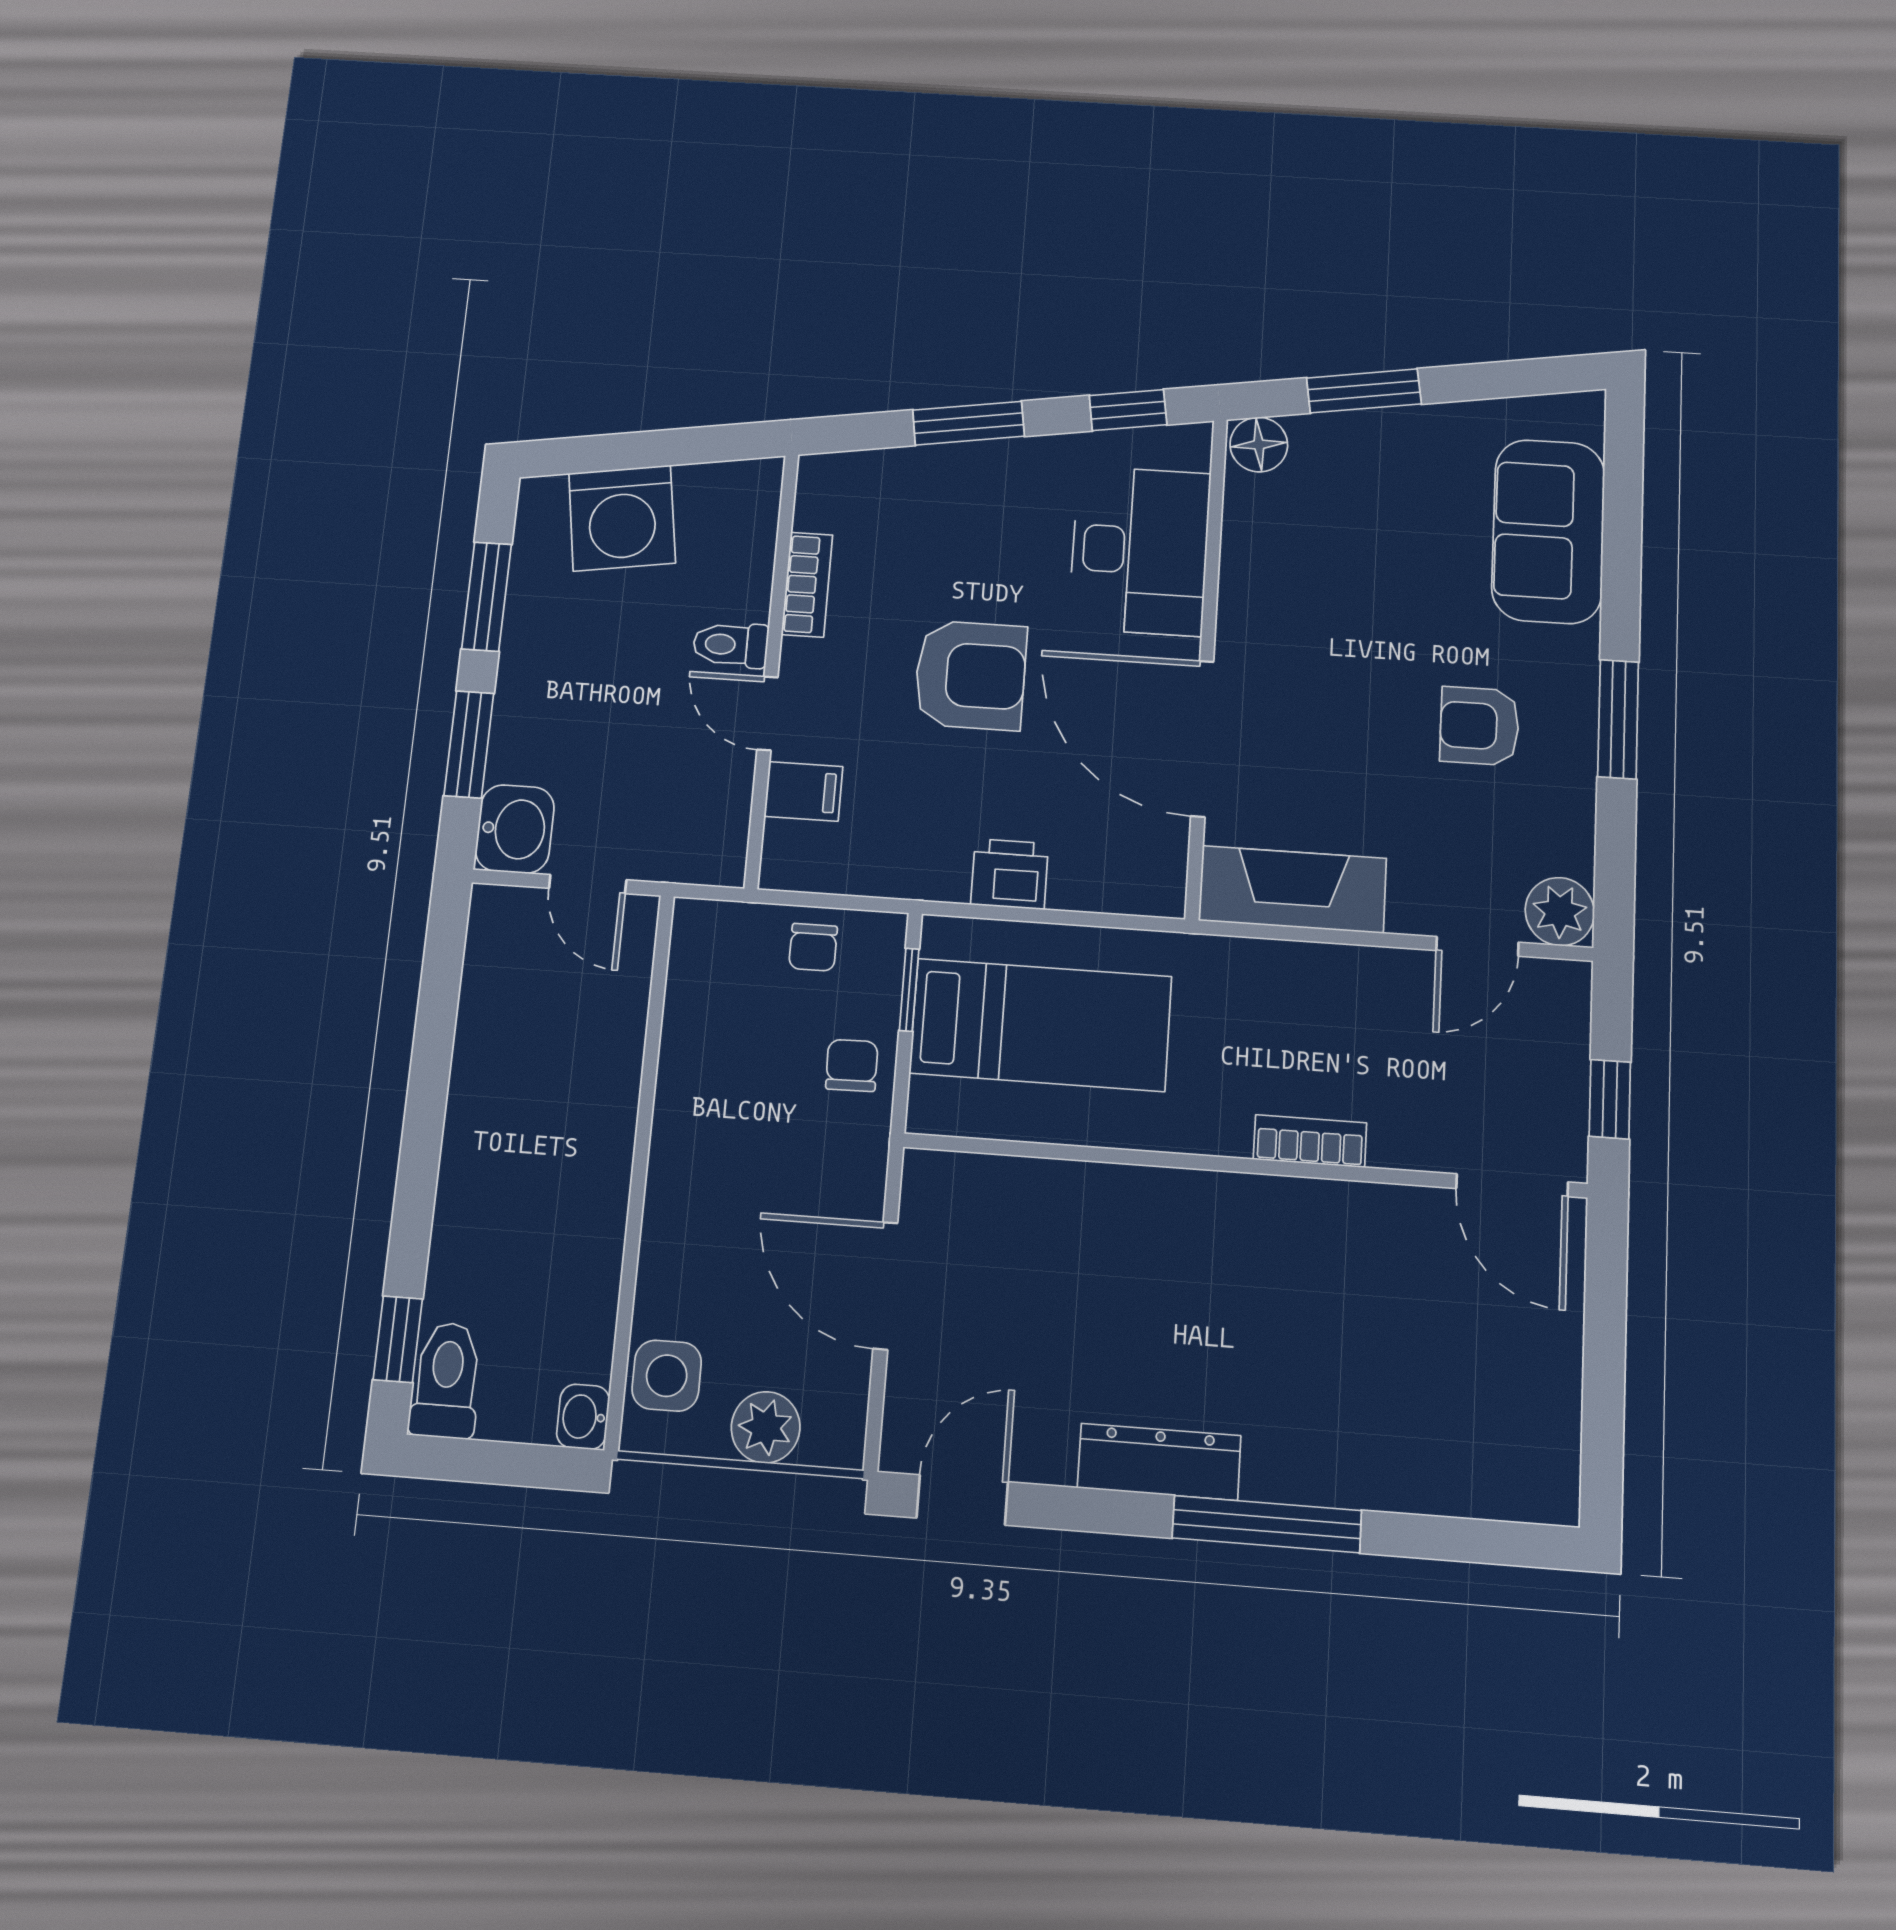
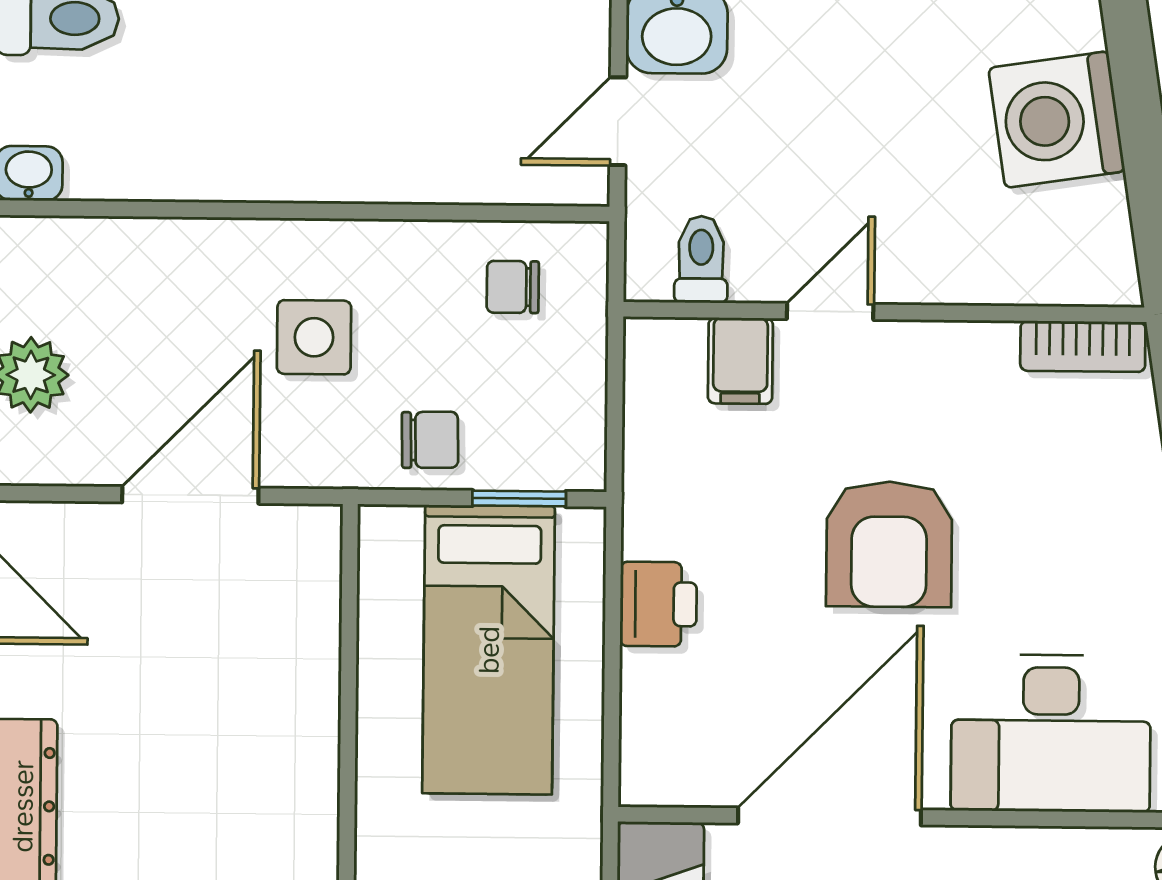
bookcase: (807, 585) -> (1083, 346), moved
toilet: (731, 645) -> (701, 259), moved
chair: (813, 947) -> (513, 287), moved
side table: (667, 1376) -> (314, 337), moved

